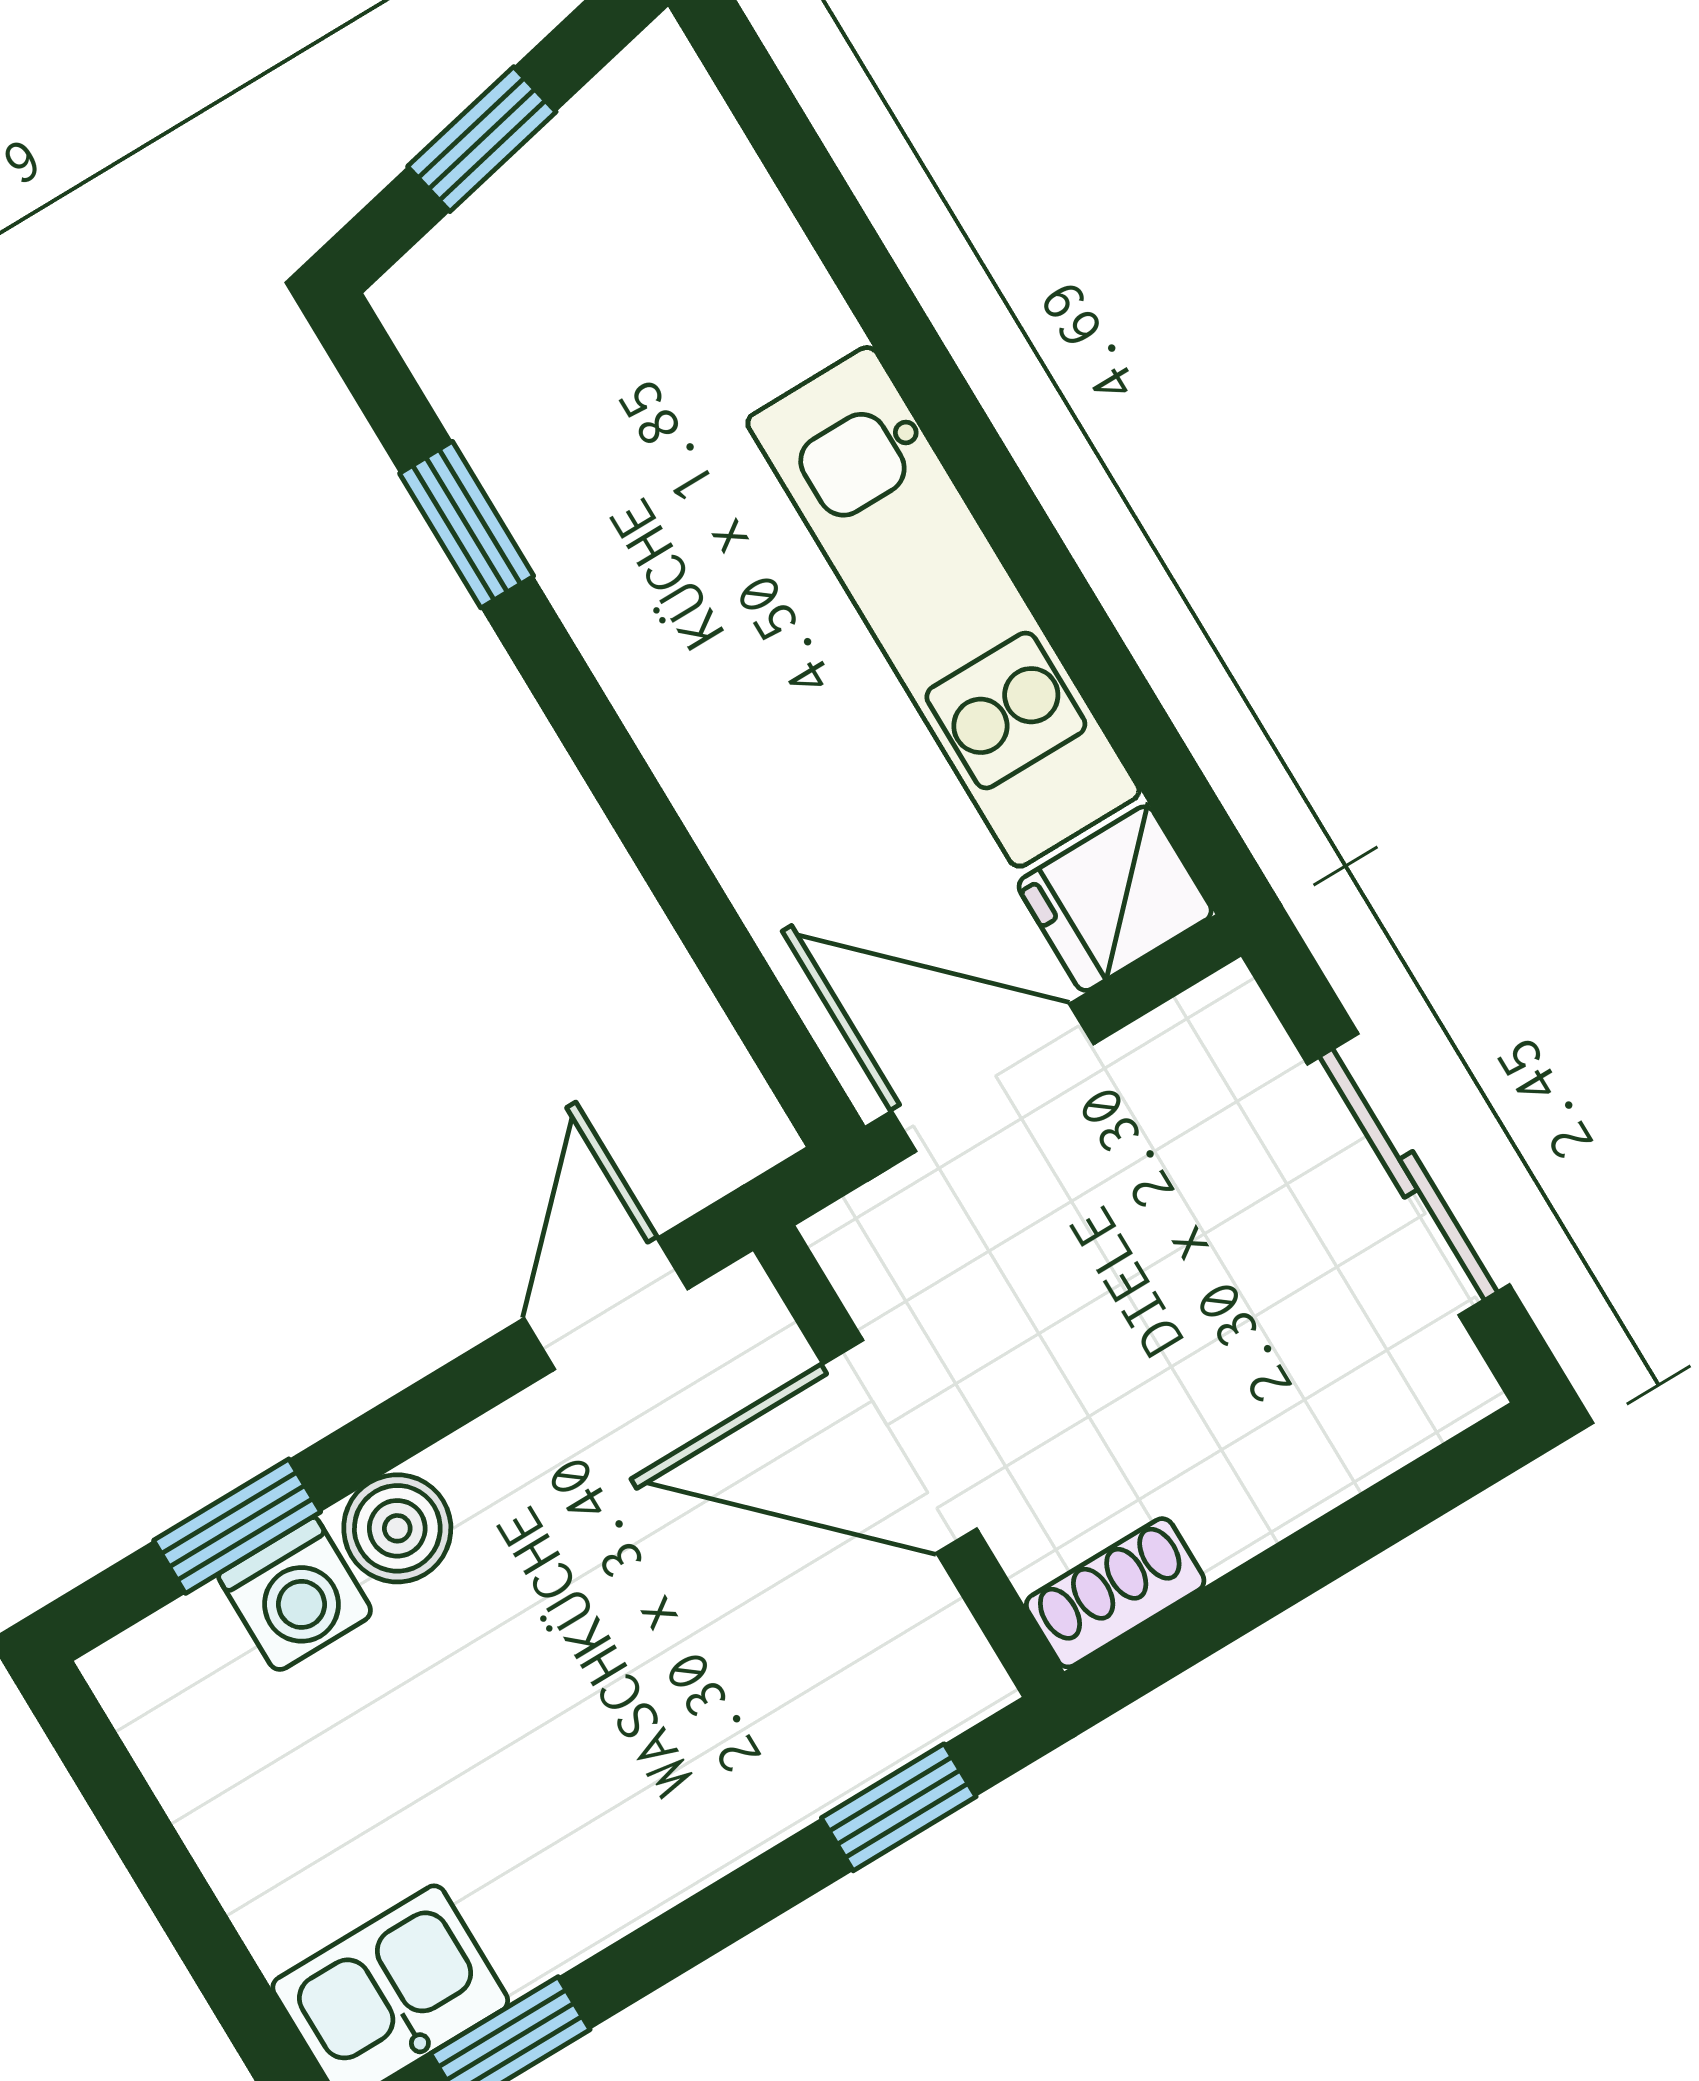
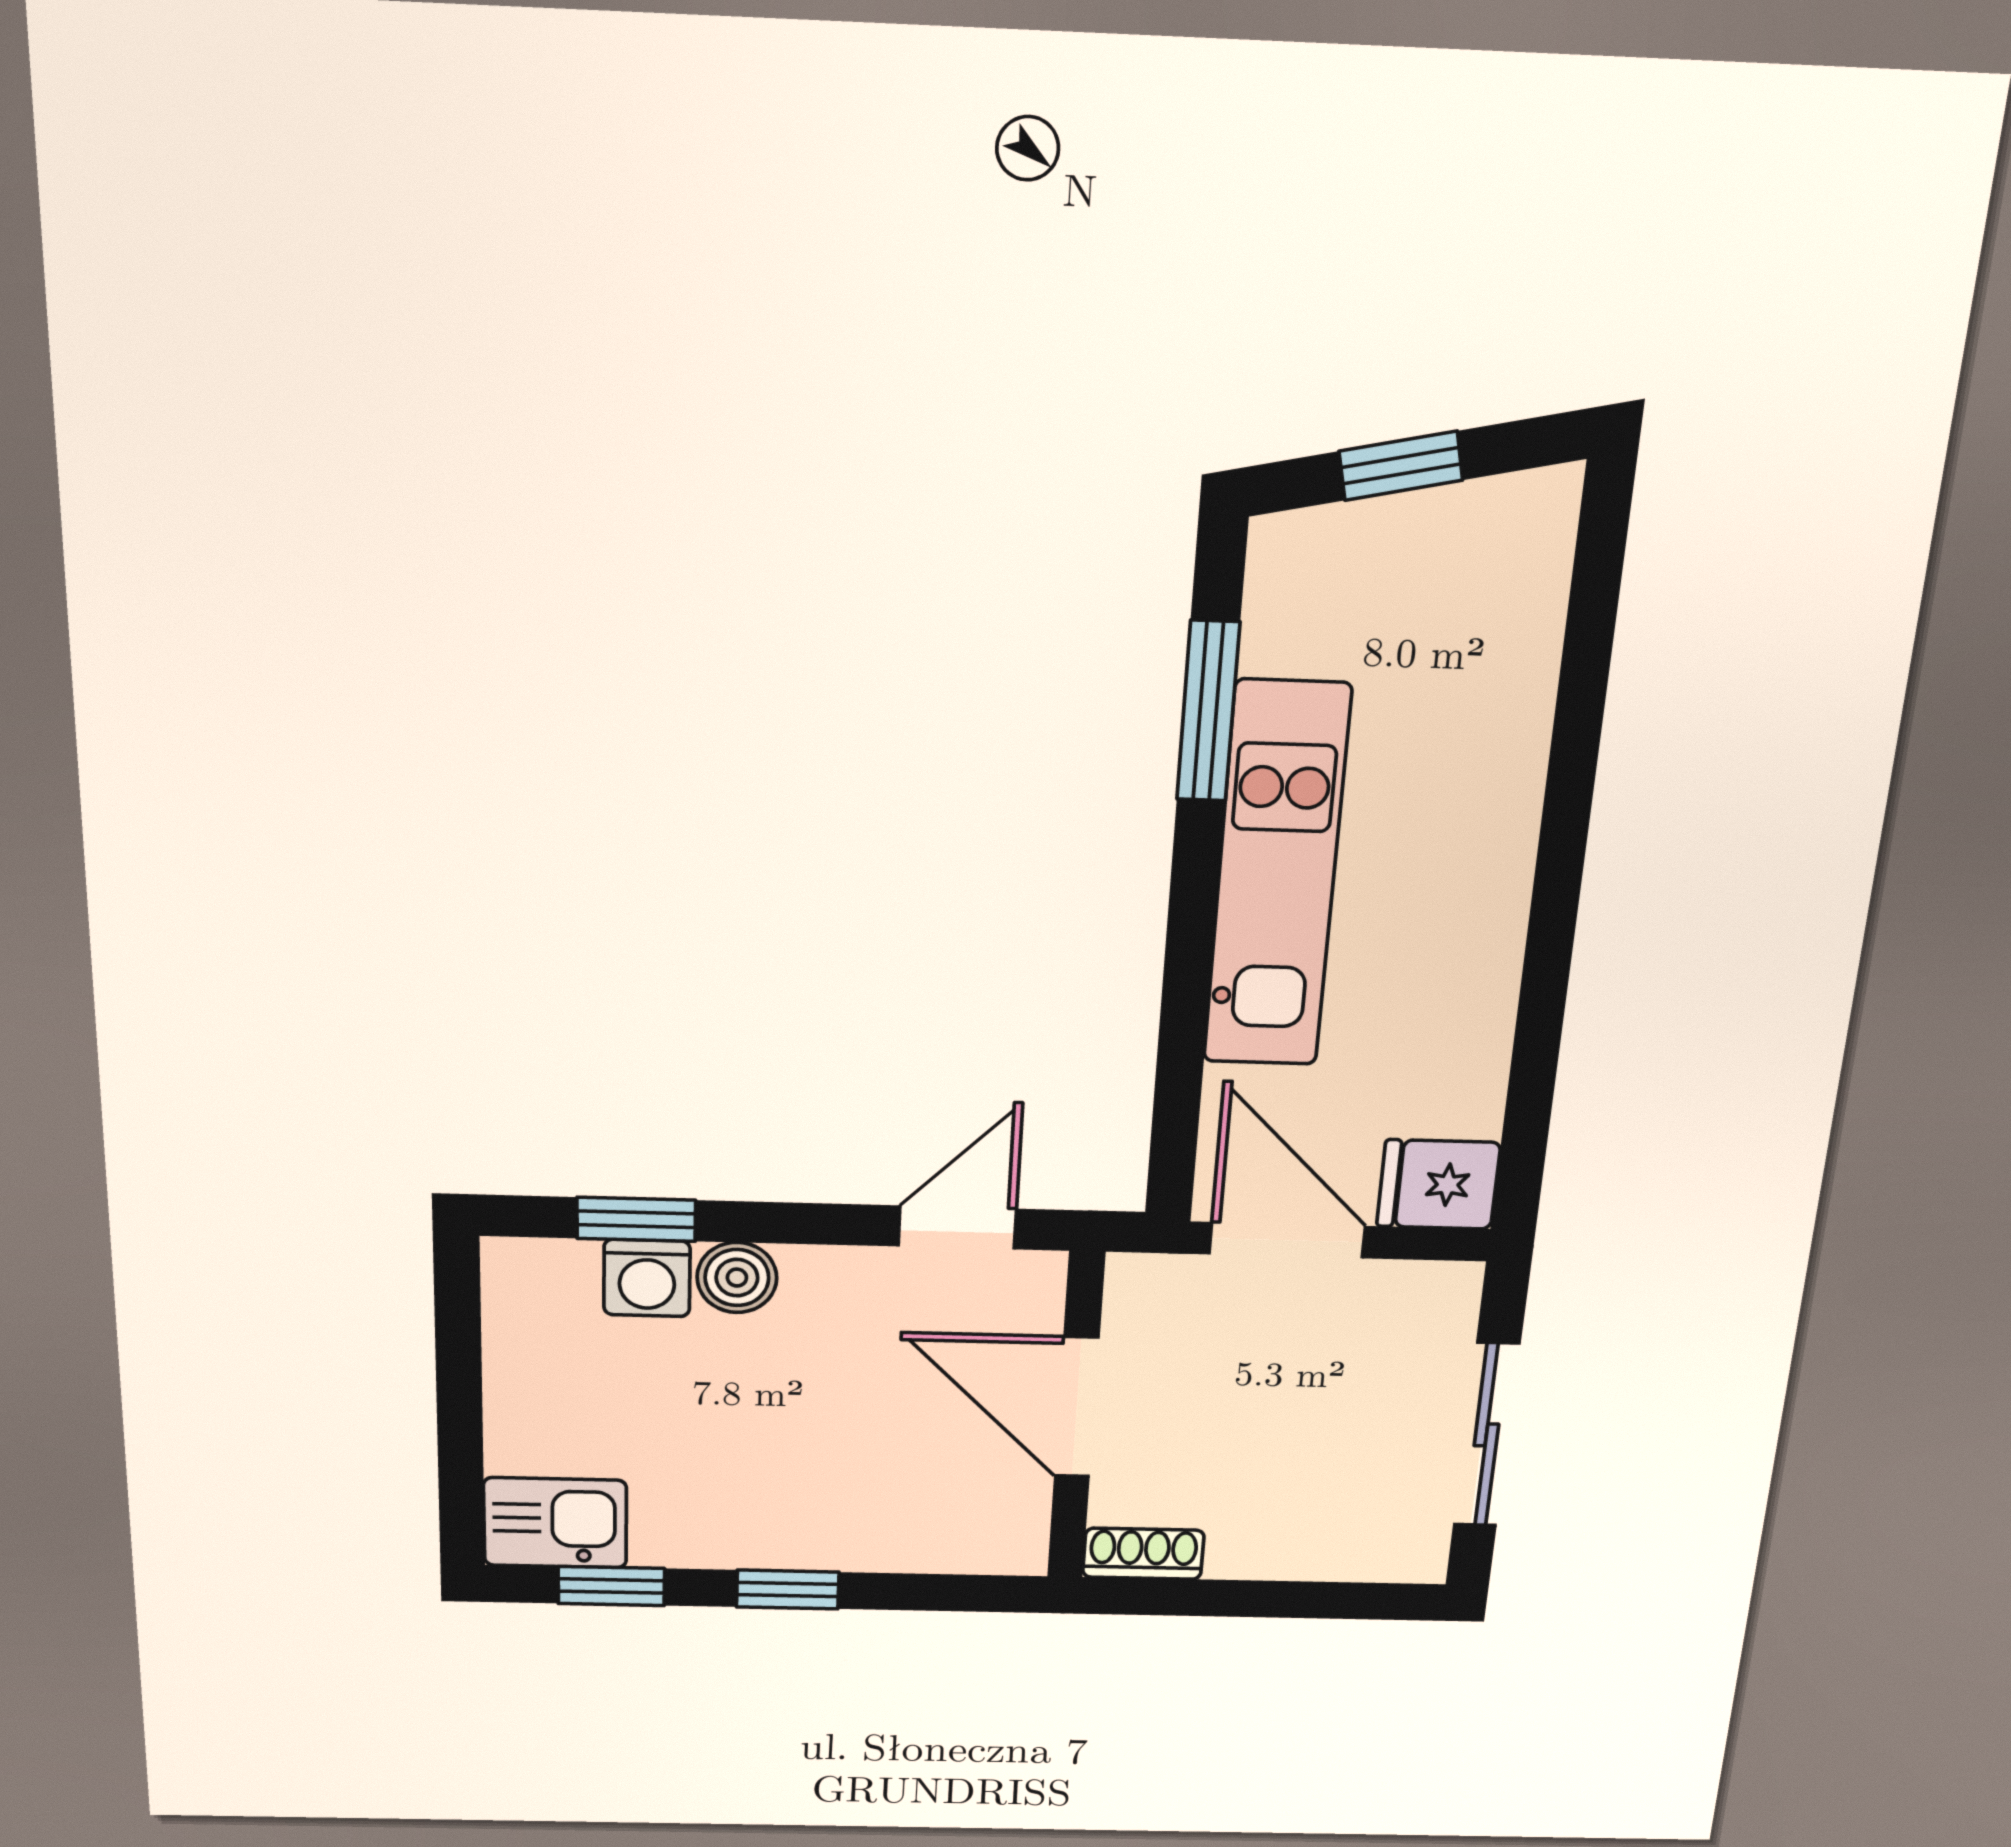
window: (467, 525) -> (1208, 711), width x1.50
kitchen unit: (943, 607) -> (1276, 876), moved, turned 180
window: (899, 1807) -> (788, 1589), moved

